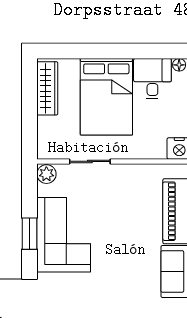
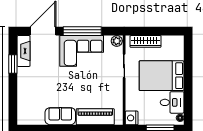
wardrobe: (47, 88) -> (146, 41), moved
window: (30, 234) -> (82, 31), width x2.11

